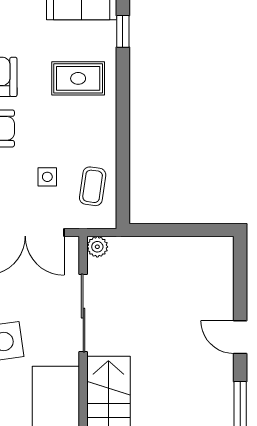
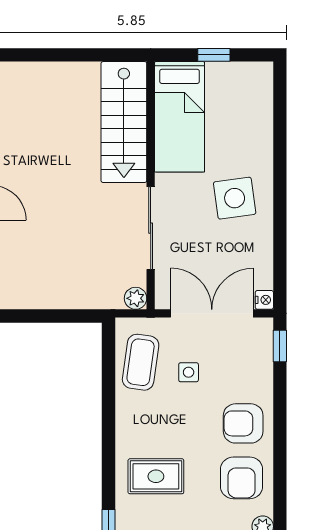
coffee table: (93, 186) -> (141, 362), width x1.36, depth x1.30

